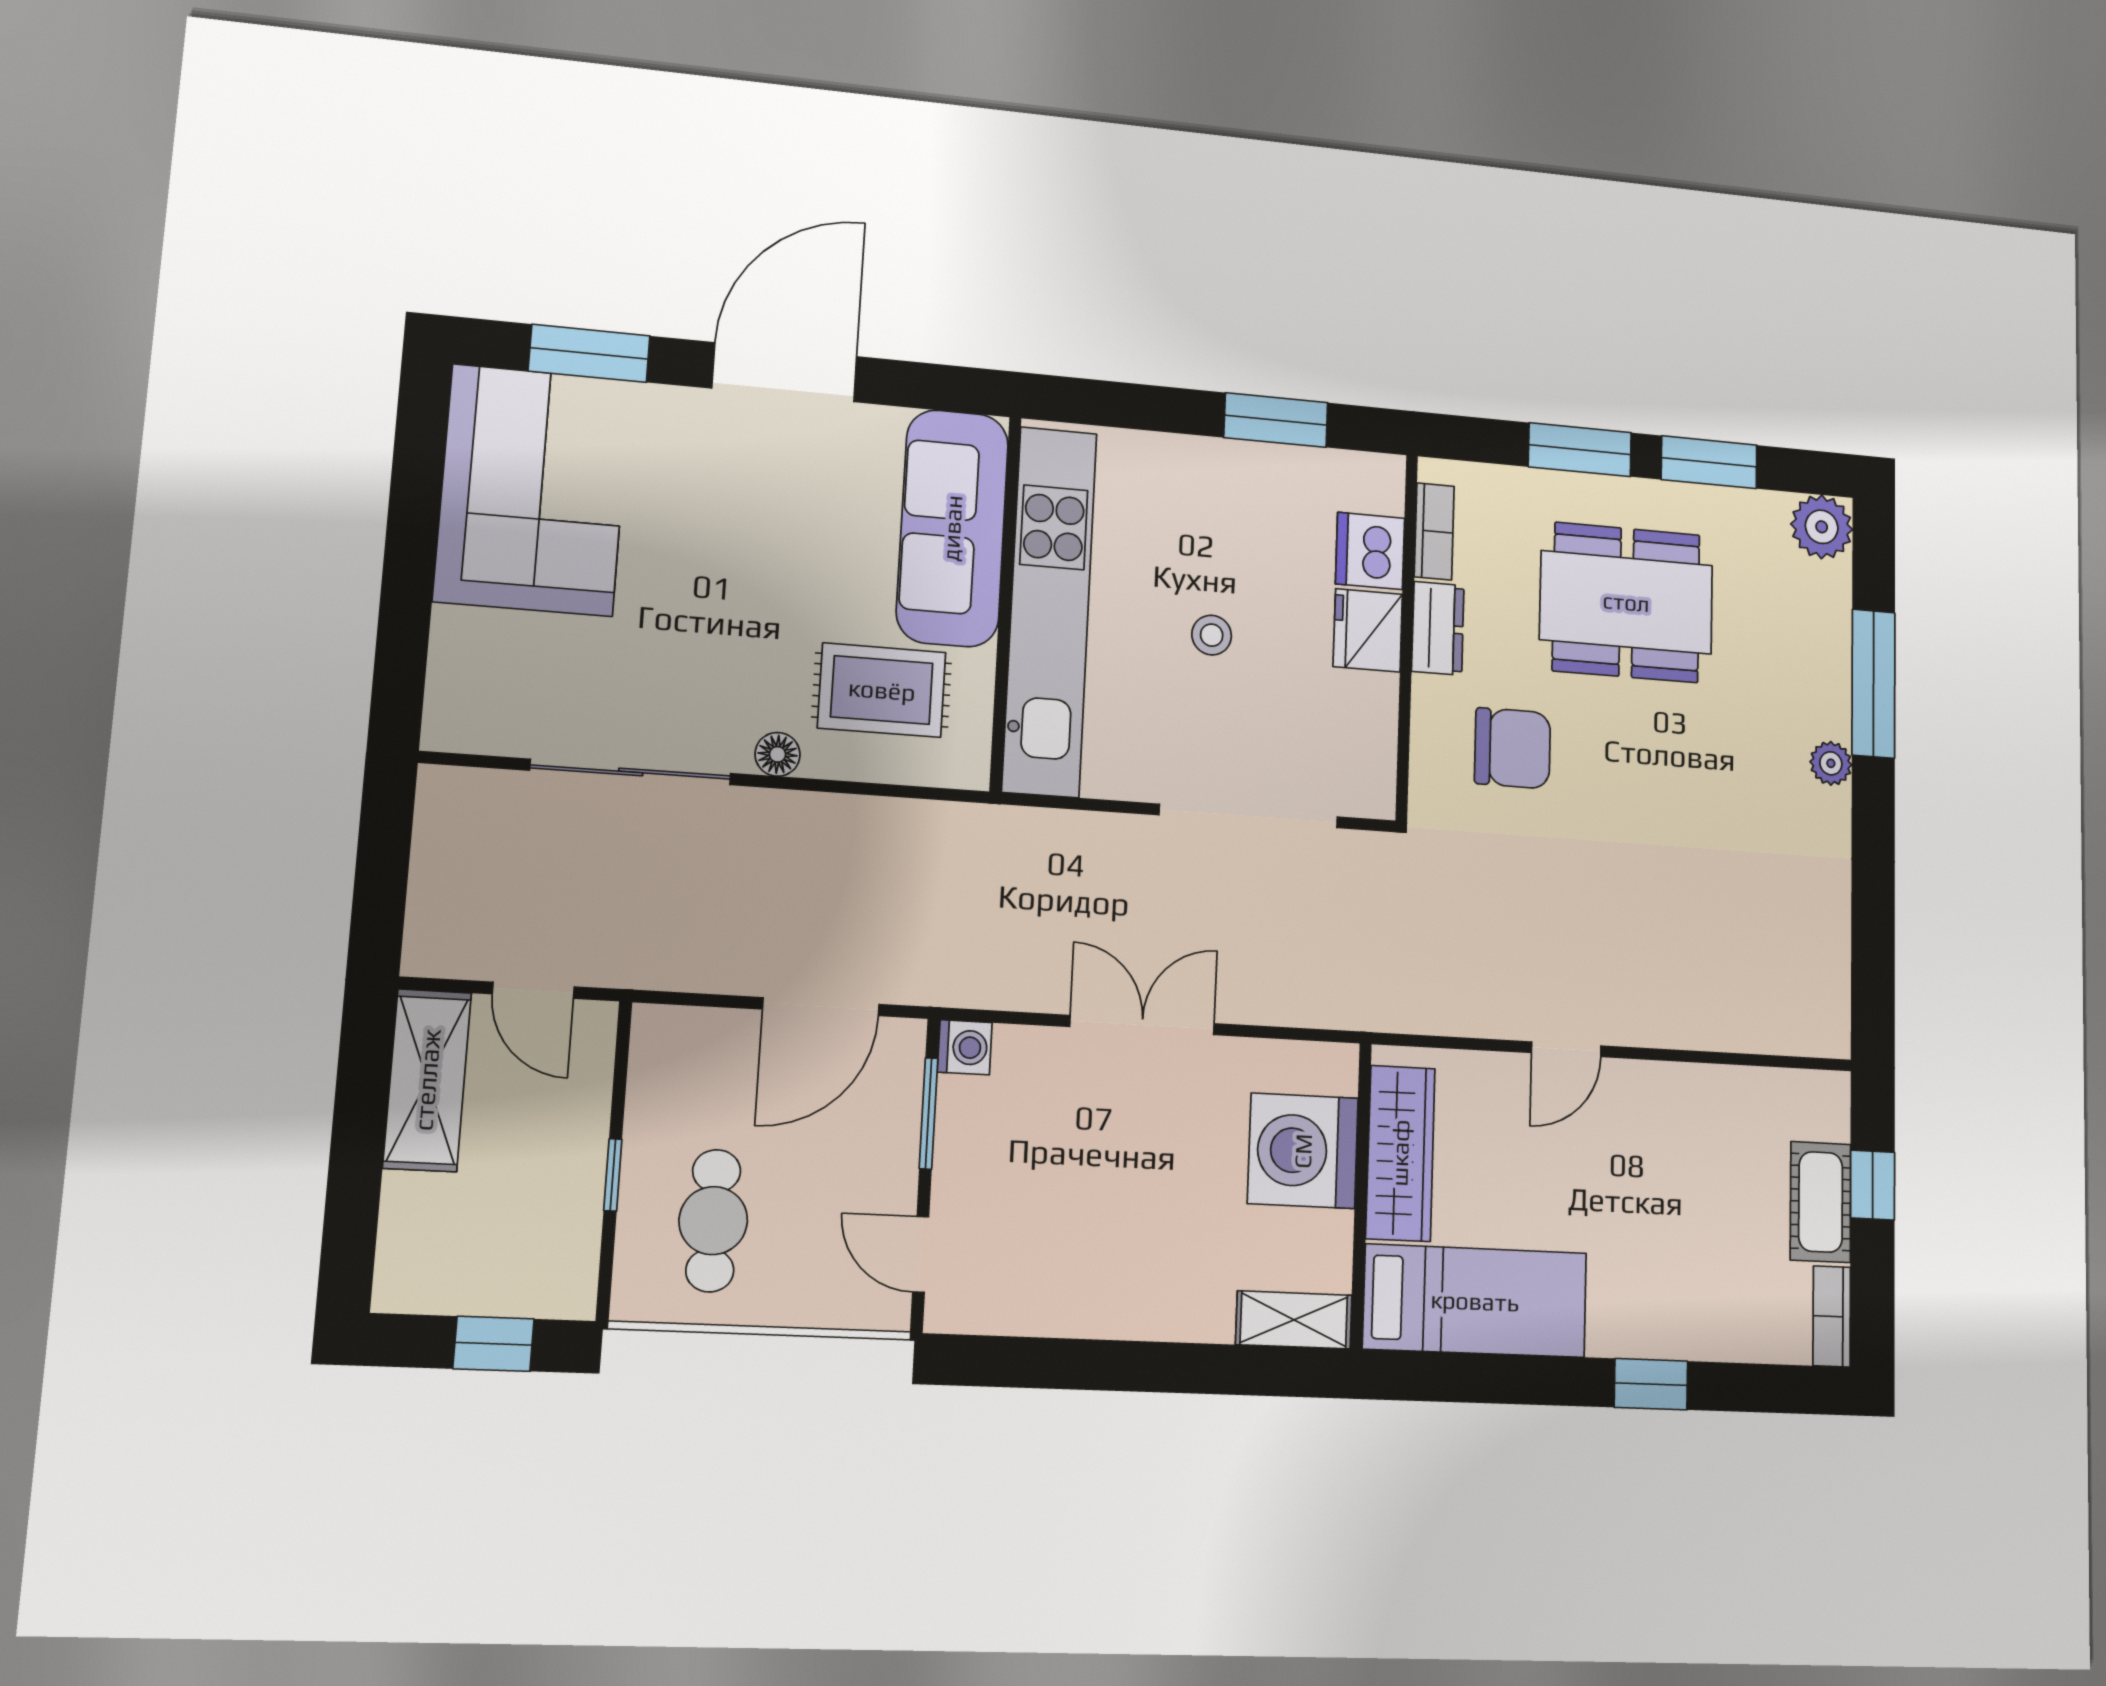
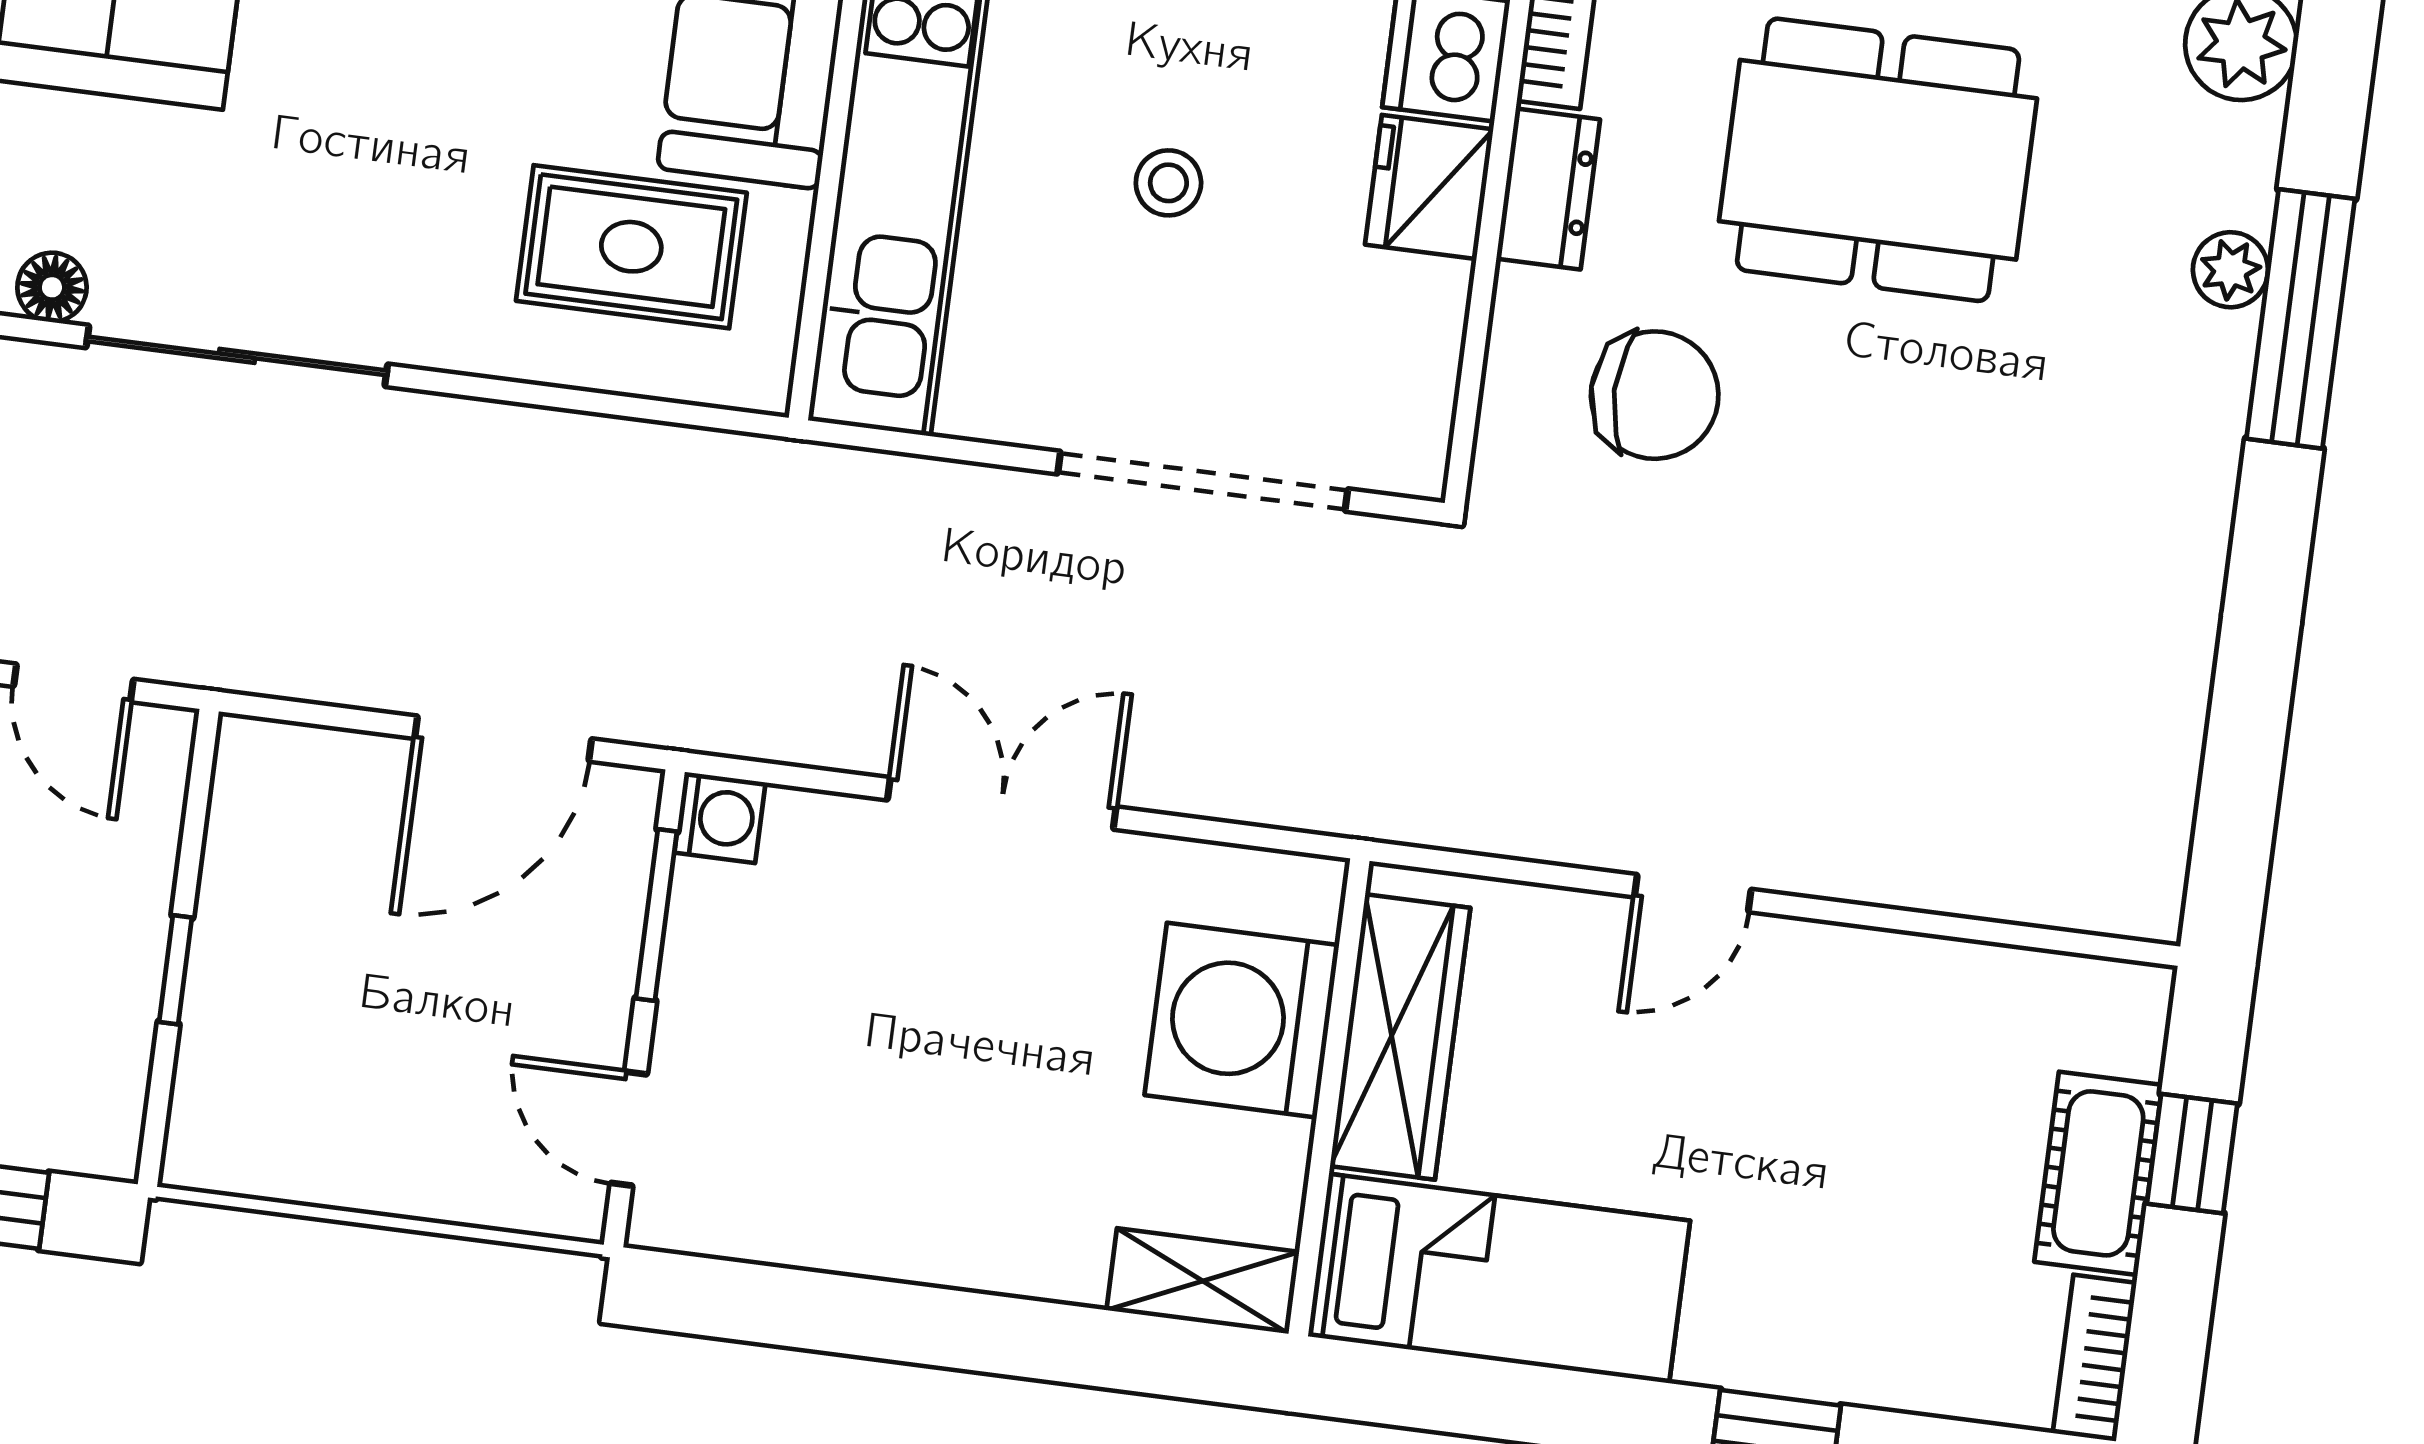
floor lamp: (778, 754) -> (52, 287), moved
plant: (1831, 763) -> (2230, 270), moved
cafe table: (713, 1221) -> (320, 1051), removed

